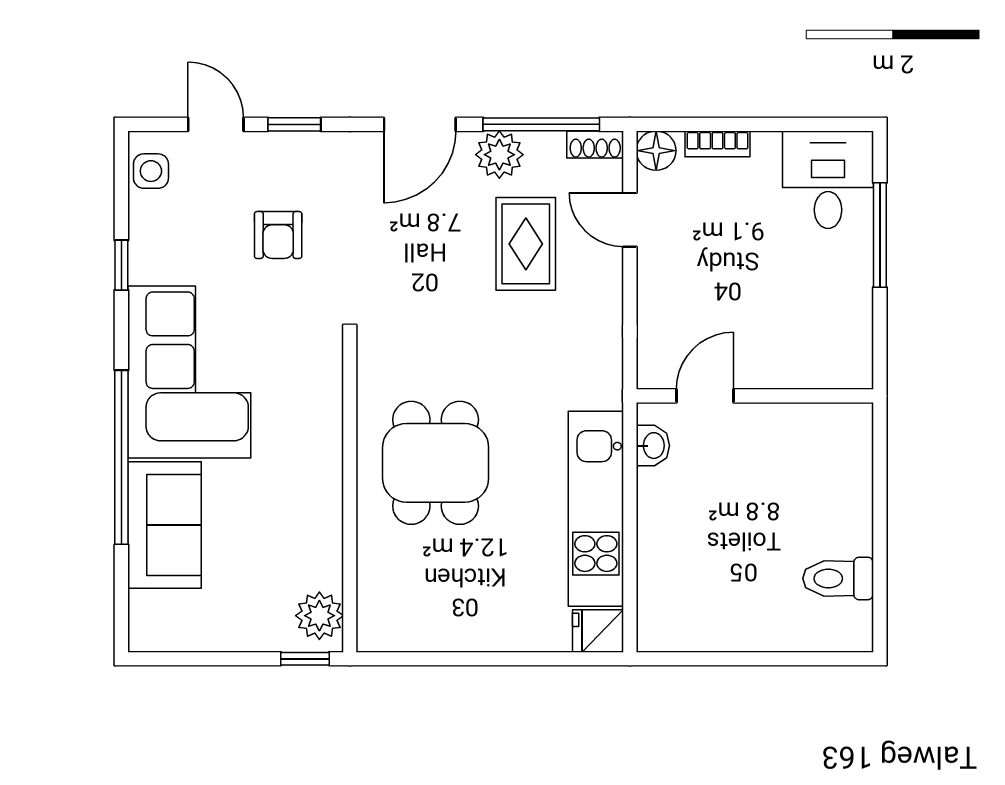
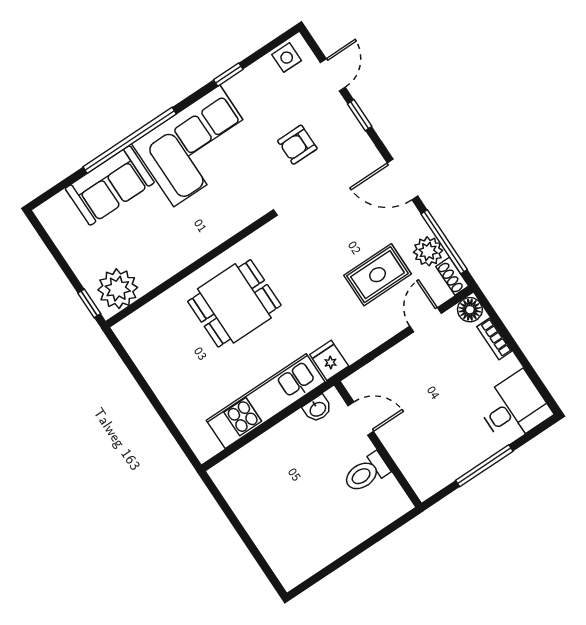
plant: (499, 155) -> (428, 251), moved
window: (880, 235) -> (484, 466), moved
toilet: (838, 578) -> (366, 473), moved, turned -90
plant: (319, 616) -> (118, 289), width x1.36, depth x1.36
fridge: (598, 631) -> (329, 360), moved

